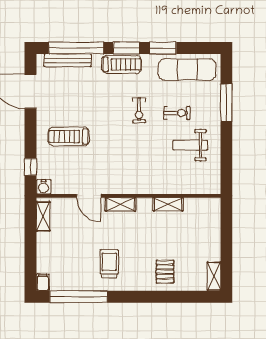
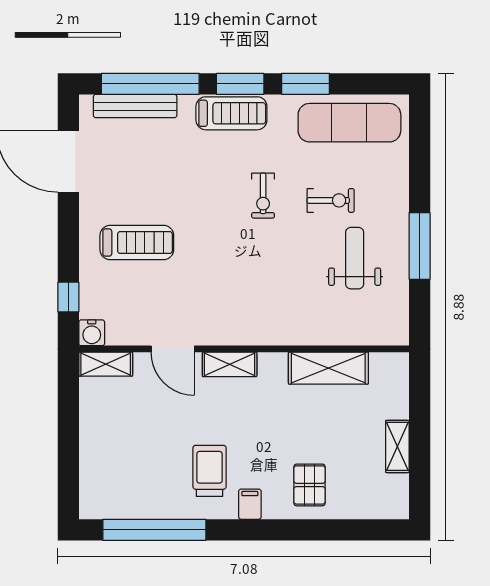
window: (226, 103) -> (420, 246), moved
treadmill: (69, 136) -> (137, 243), turned 180
weight bench: (190, 145) -> (355, 258), turned 90
shelving: (168, 204) -> (328, 368), width x1.50, depth x1.33
shelving: (43, 216) -> (106, 364), moved, turned 90
shelving: (214, 276) -> (397, 446), moved
filing cabinet: (43, 282) -> (250, 504), moved

